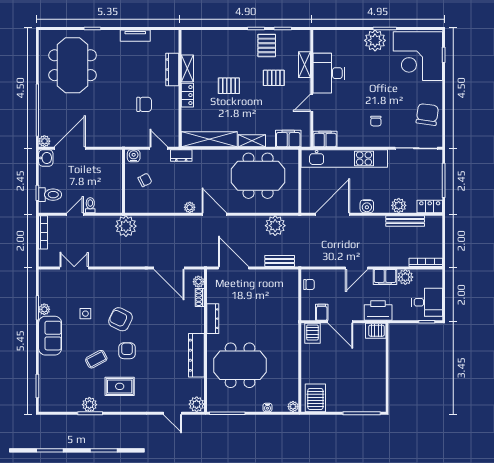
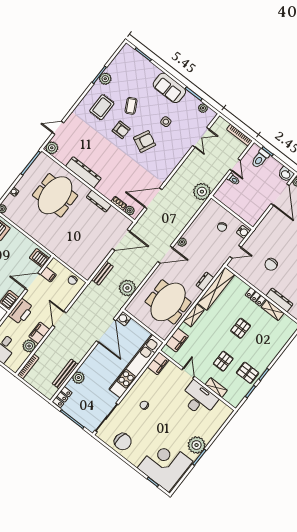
dresser: (181, 156) -> (205, 281), moved
water cooler: (367, 206) -> (124, 319), moved
plant: (44, 309) -> (203, 108), moved

